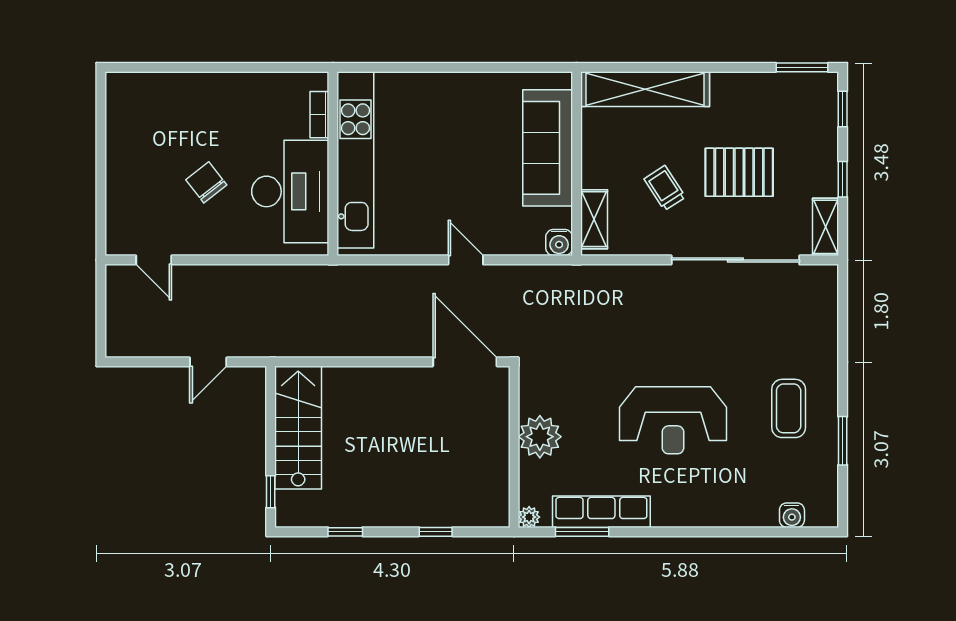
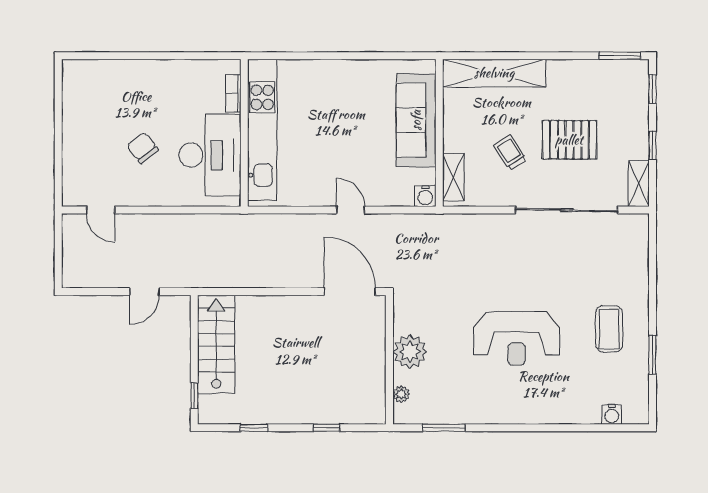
row of seats: (601, 512) -> (459, 412), removed
plant: (529, 517) -> (401, 394), moved

